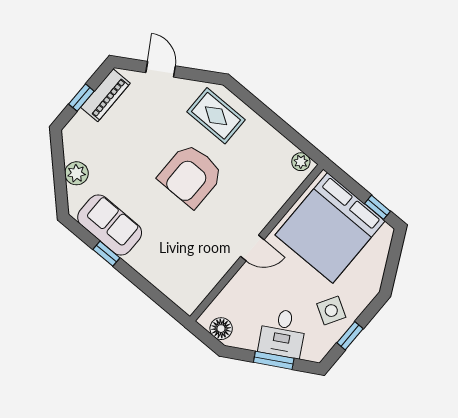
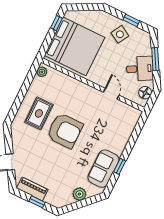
rug: (216, 116) -> (39, 113), moved
door: (252, 248) -> (111, 94), moved
desk: (282, 333) -> (140, 69), moved

